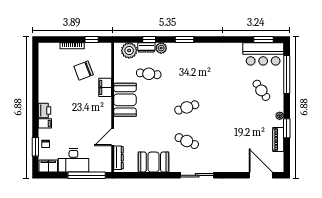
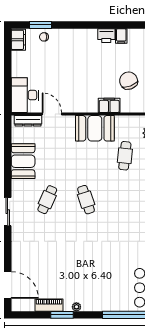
cafe table: (261, 90) -> (106, 286), removed
printer: (45, 110) -> (106, 36), moved
filing cabinet: (45, 123) -> (121, 36), moved
desk: (73, 160) -> (25, 95), moved
window: (87, 175) -> (8, 84), removed
sliding door: (197, 175) -> (8, 212), width x0.73
door: (261, 175) -> (8, 285), hinge flipped

